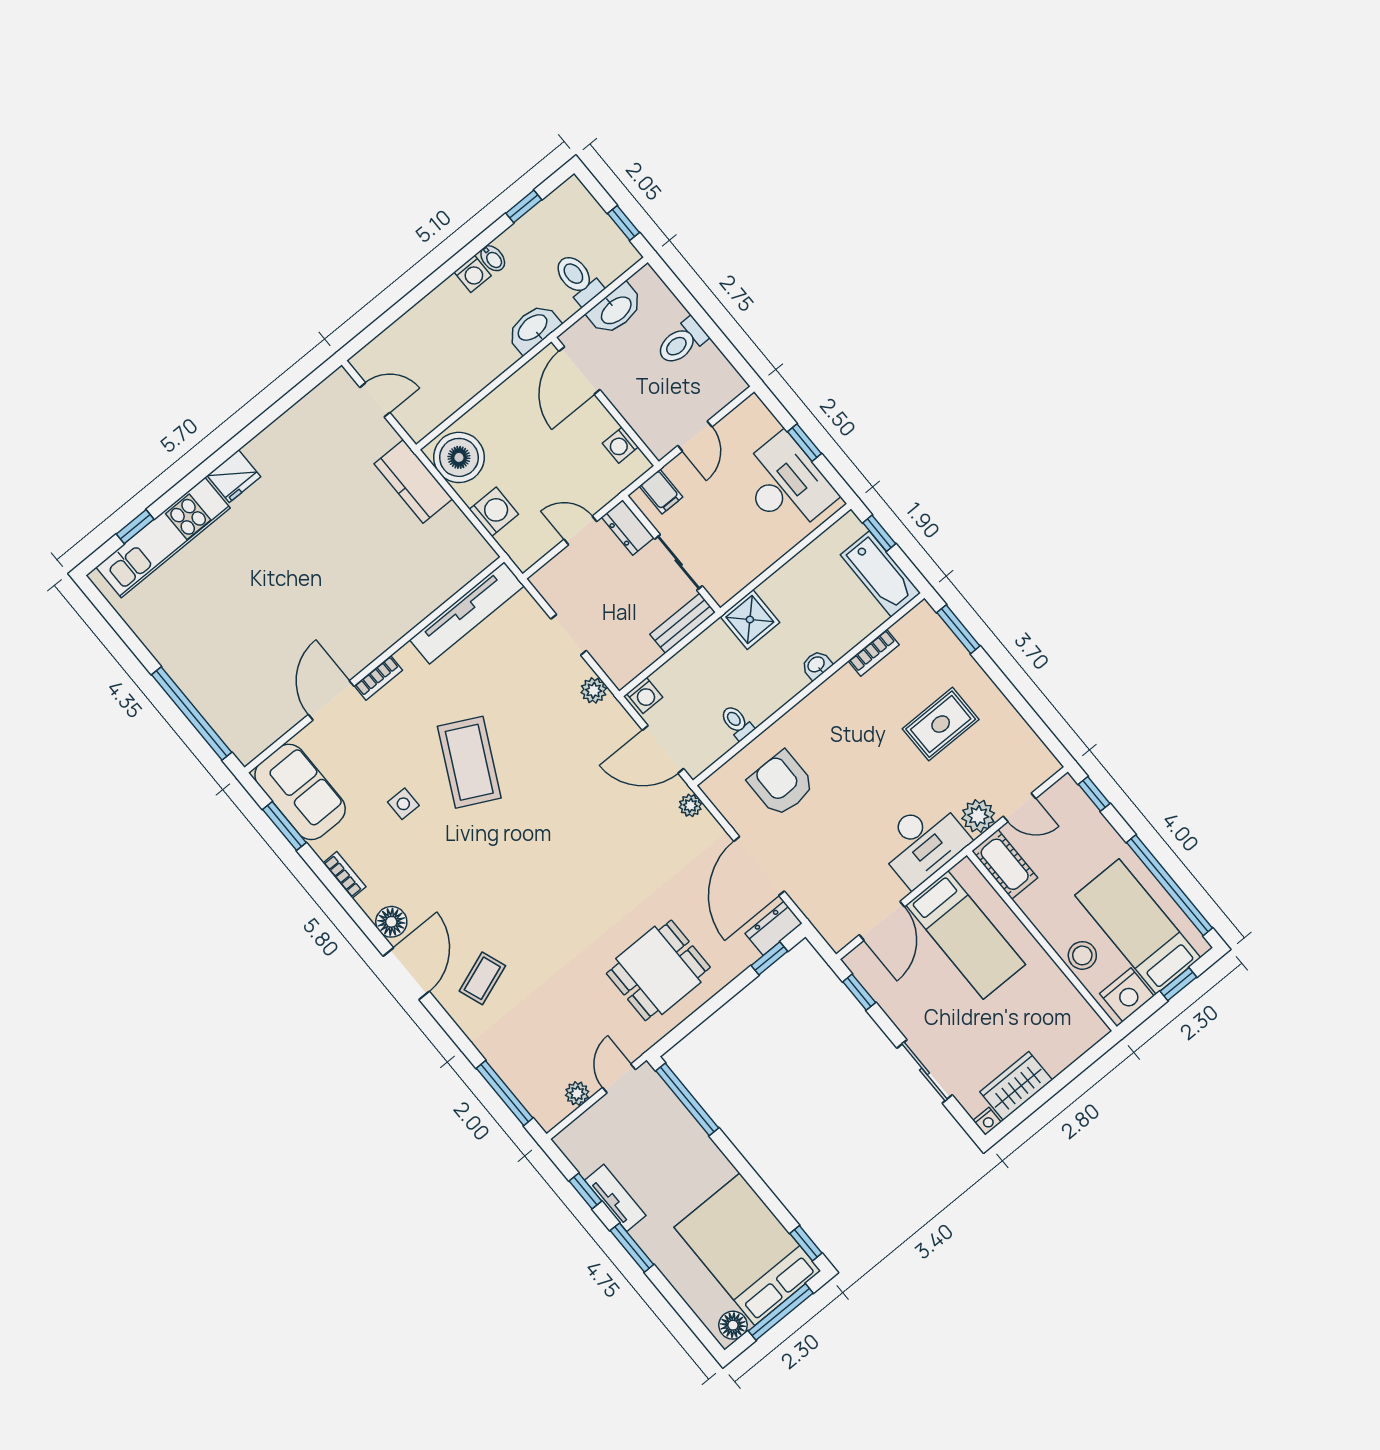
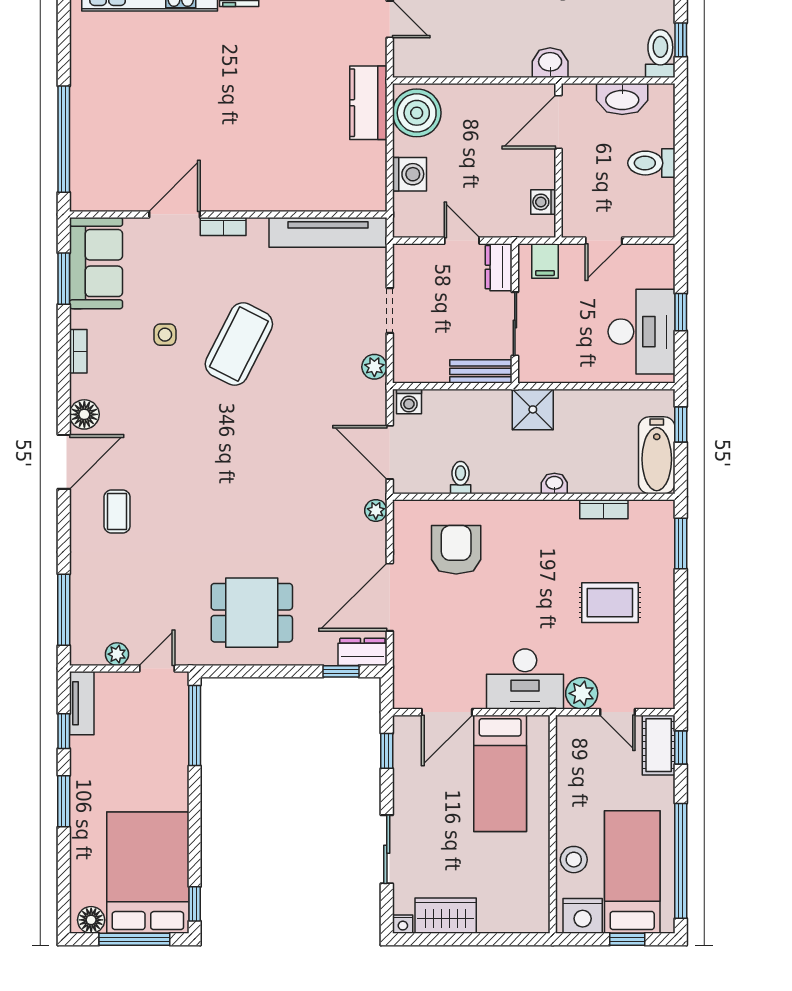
toilet: (578, 279) -> (660, 54), moved
washbasin: (533, 328) -> (550, 63), width x0.72
cot: (1005, 864) -> (659, 745), moved
coffee table: (482, 978) -> (117, 511), turned -70
tv unit: (615, 1198) -> (82, 703), moved

